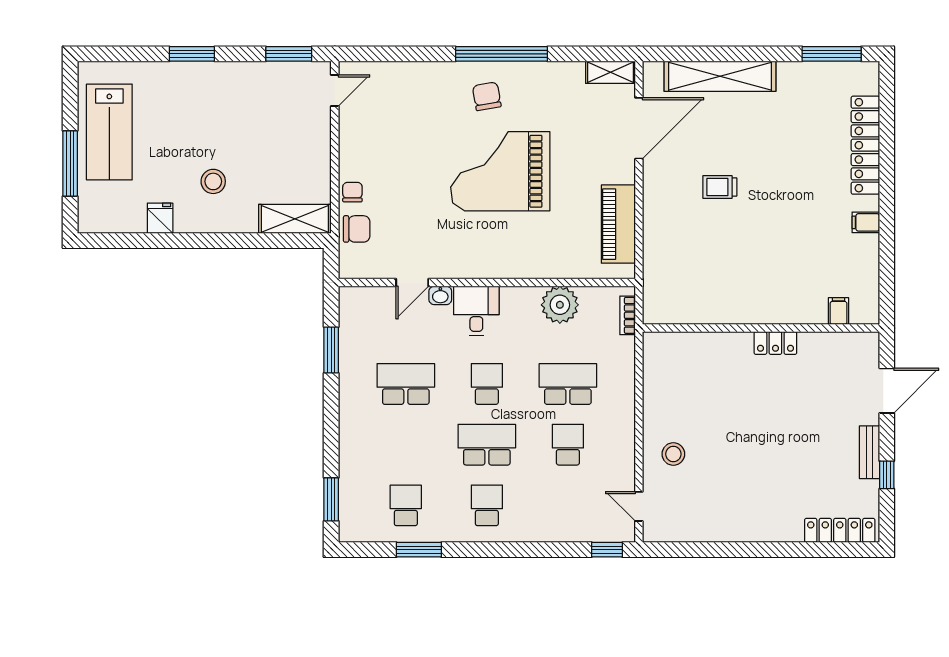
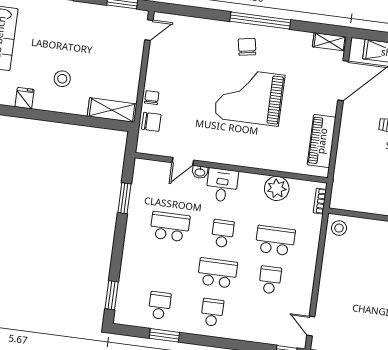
stool: (673, 454) -> (339, 228), moved

